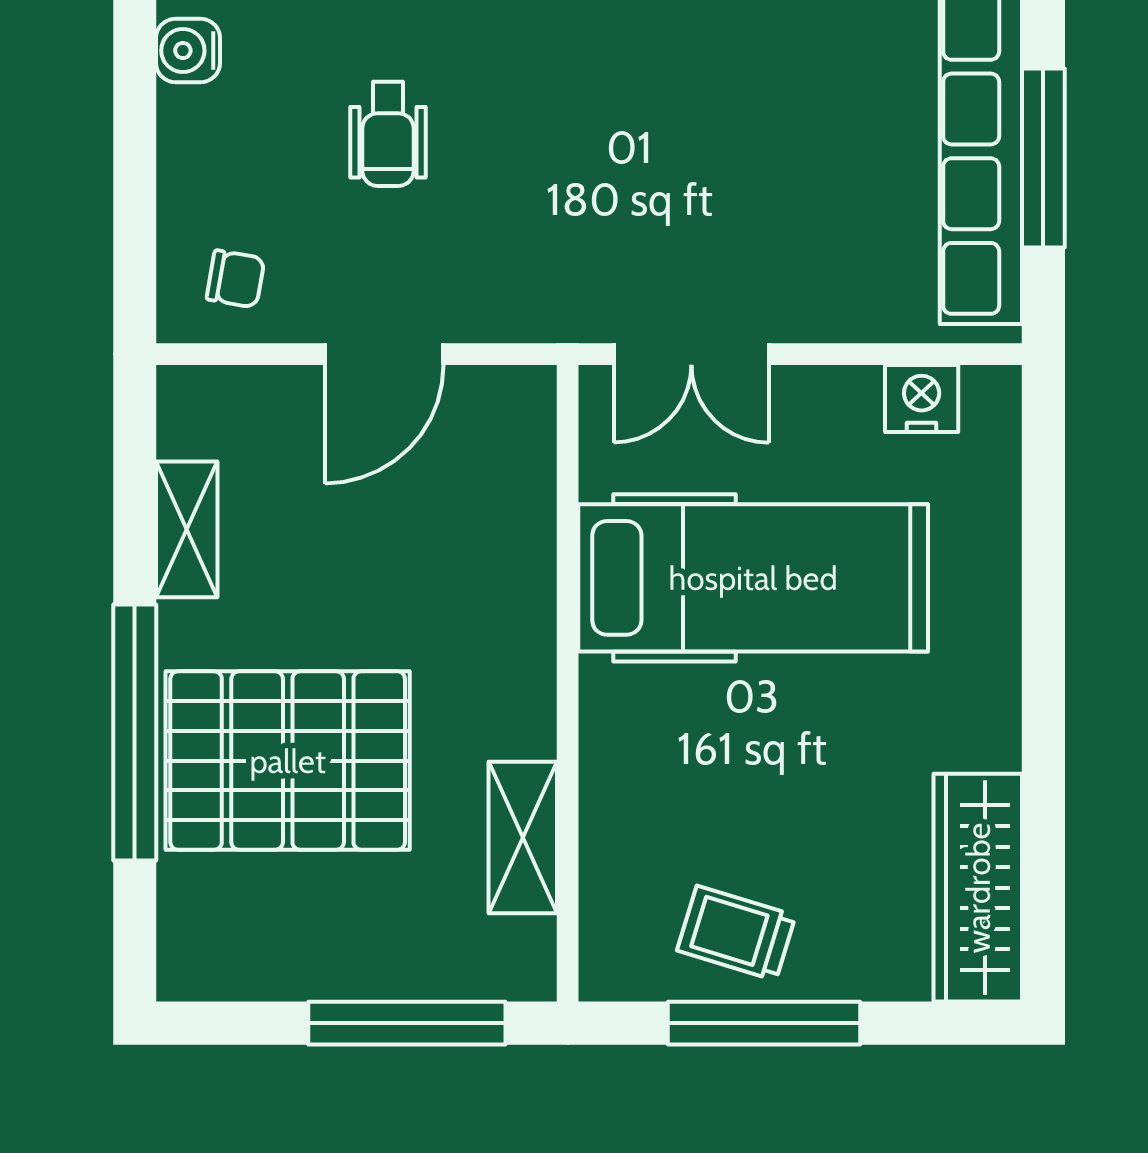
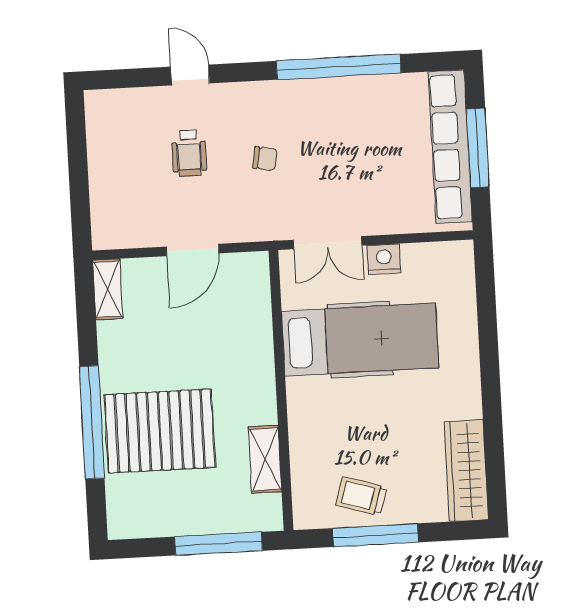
water cooler: (188, 51) -> (99, 121), removed
chair: (236, 279) -> (265, 159), moved
nightstand: (922, 398) -> (384, 259), moved
shelving: (187, 529) -> (108, 289), moved

